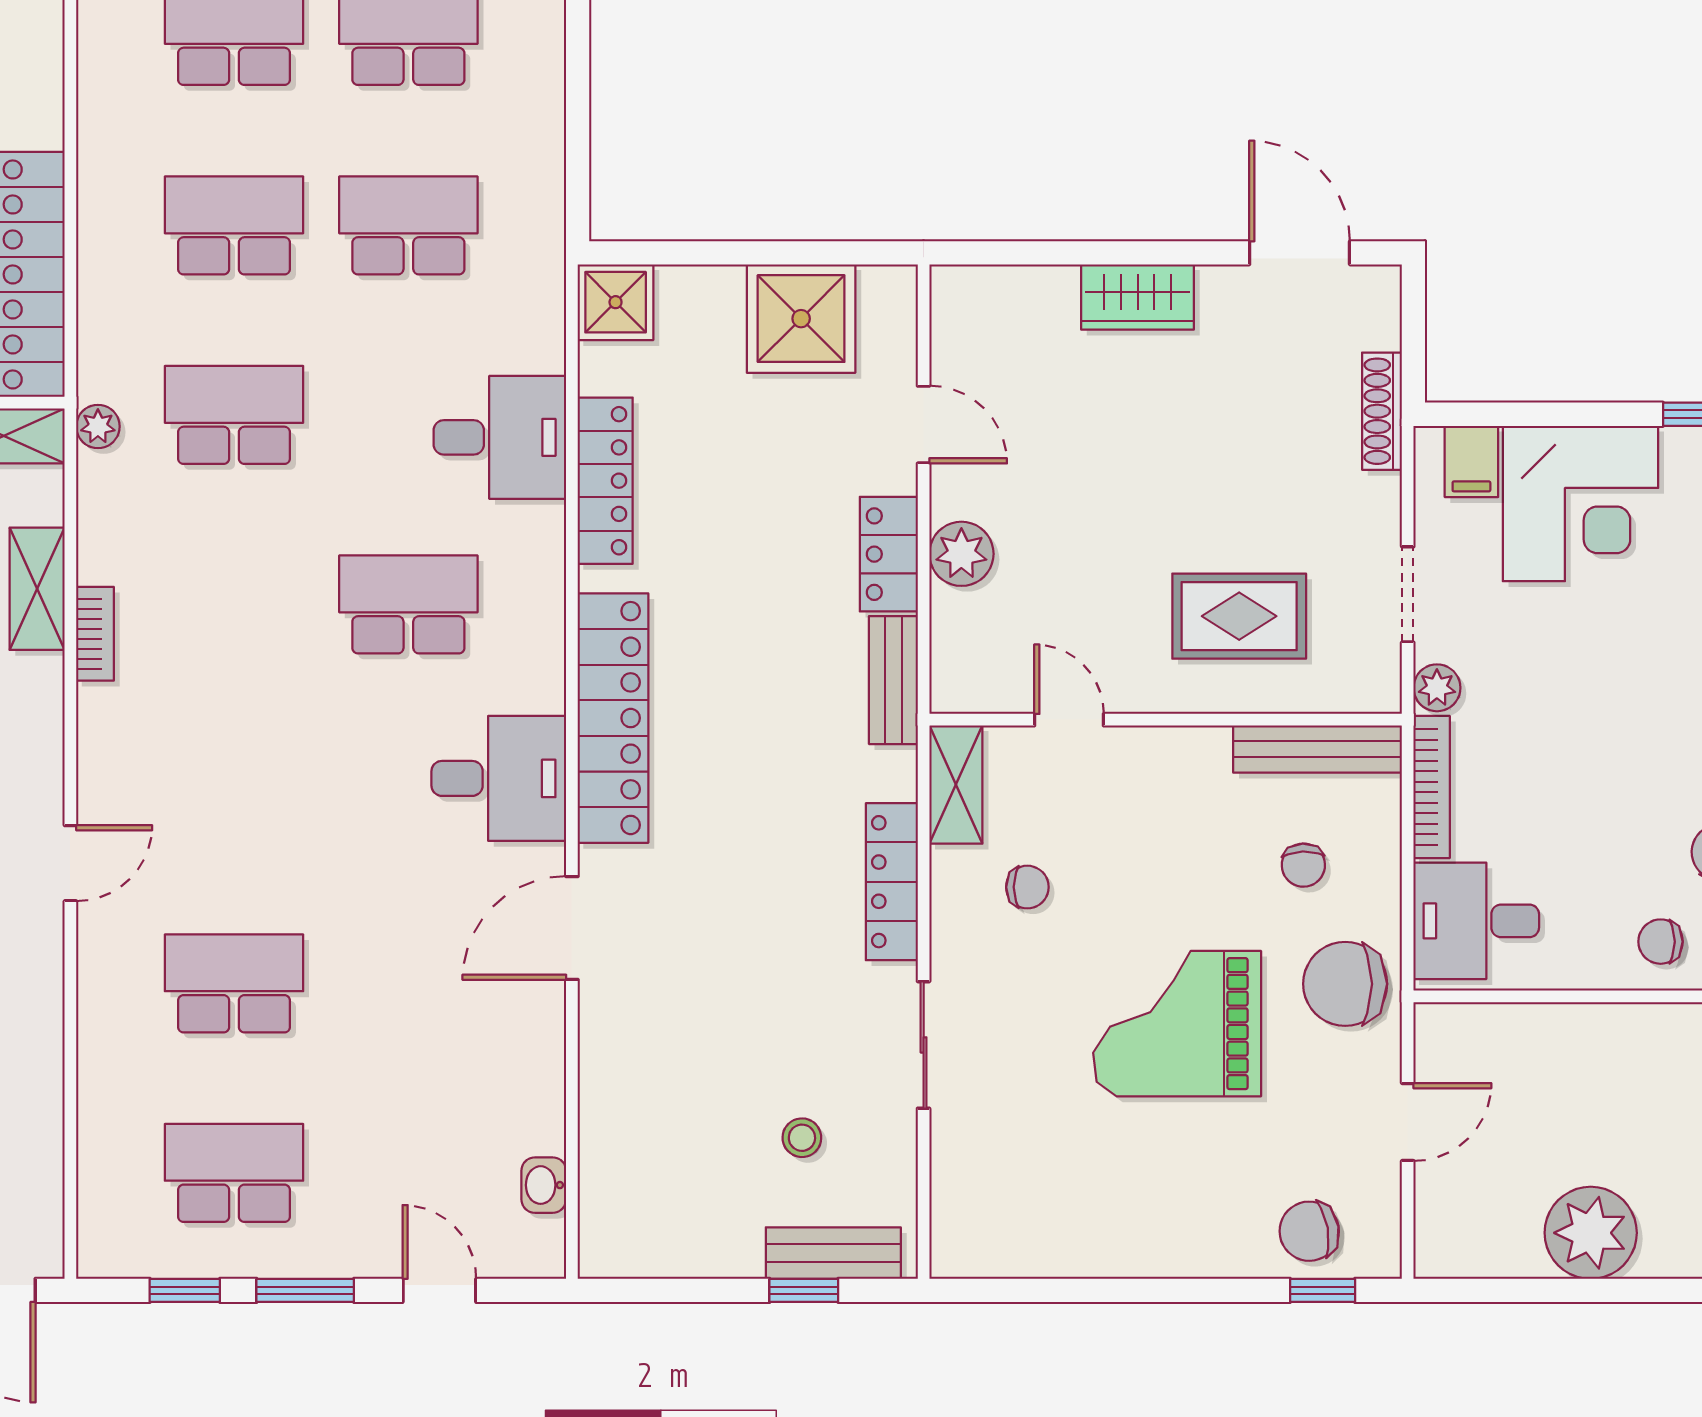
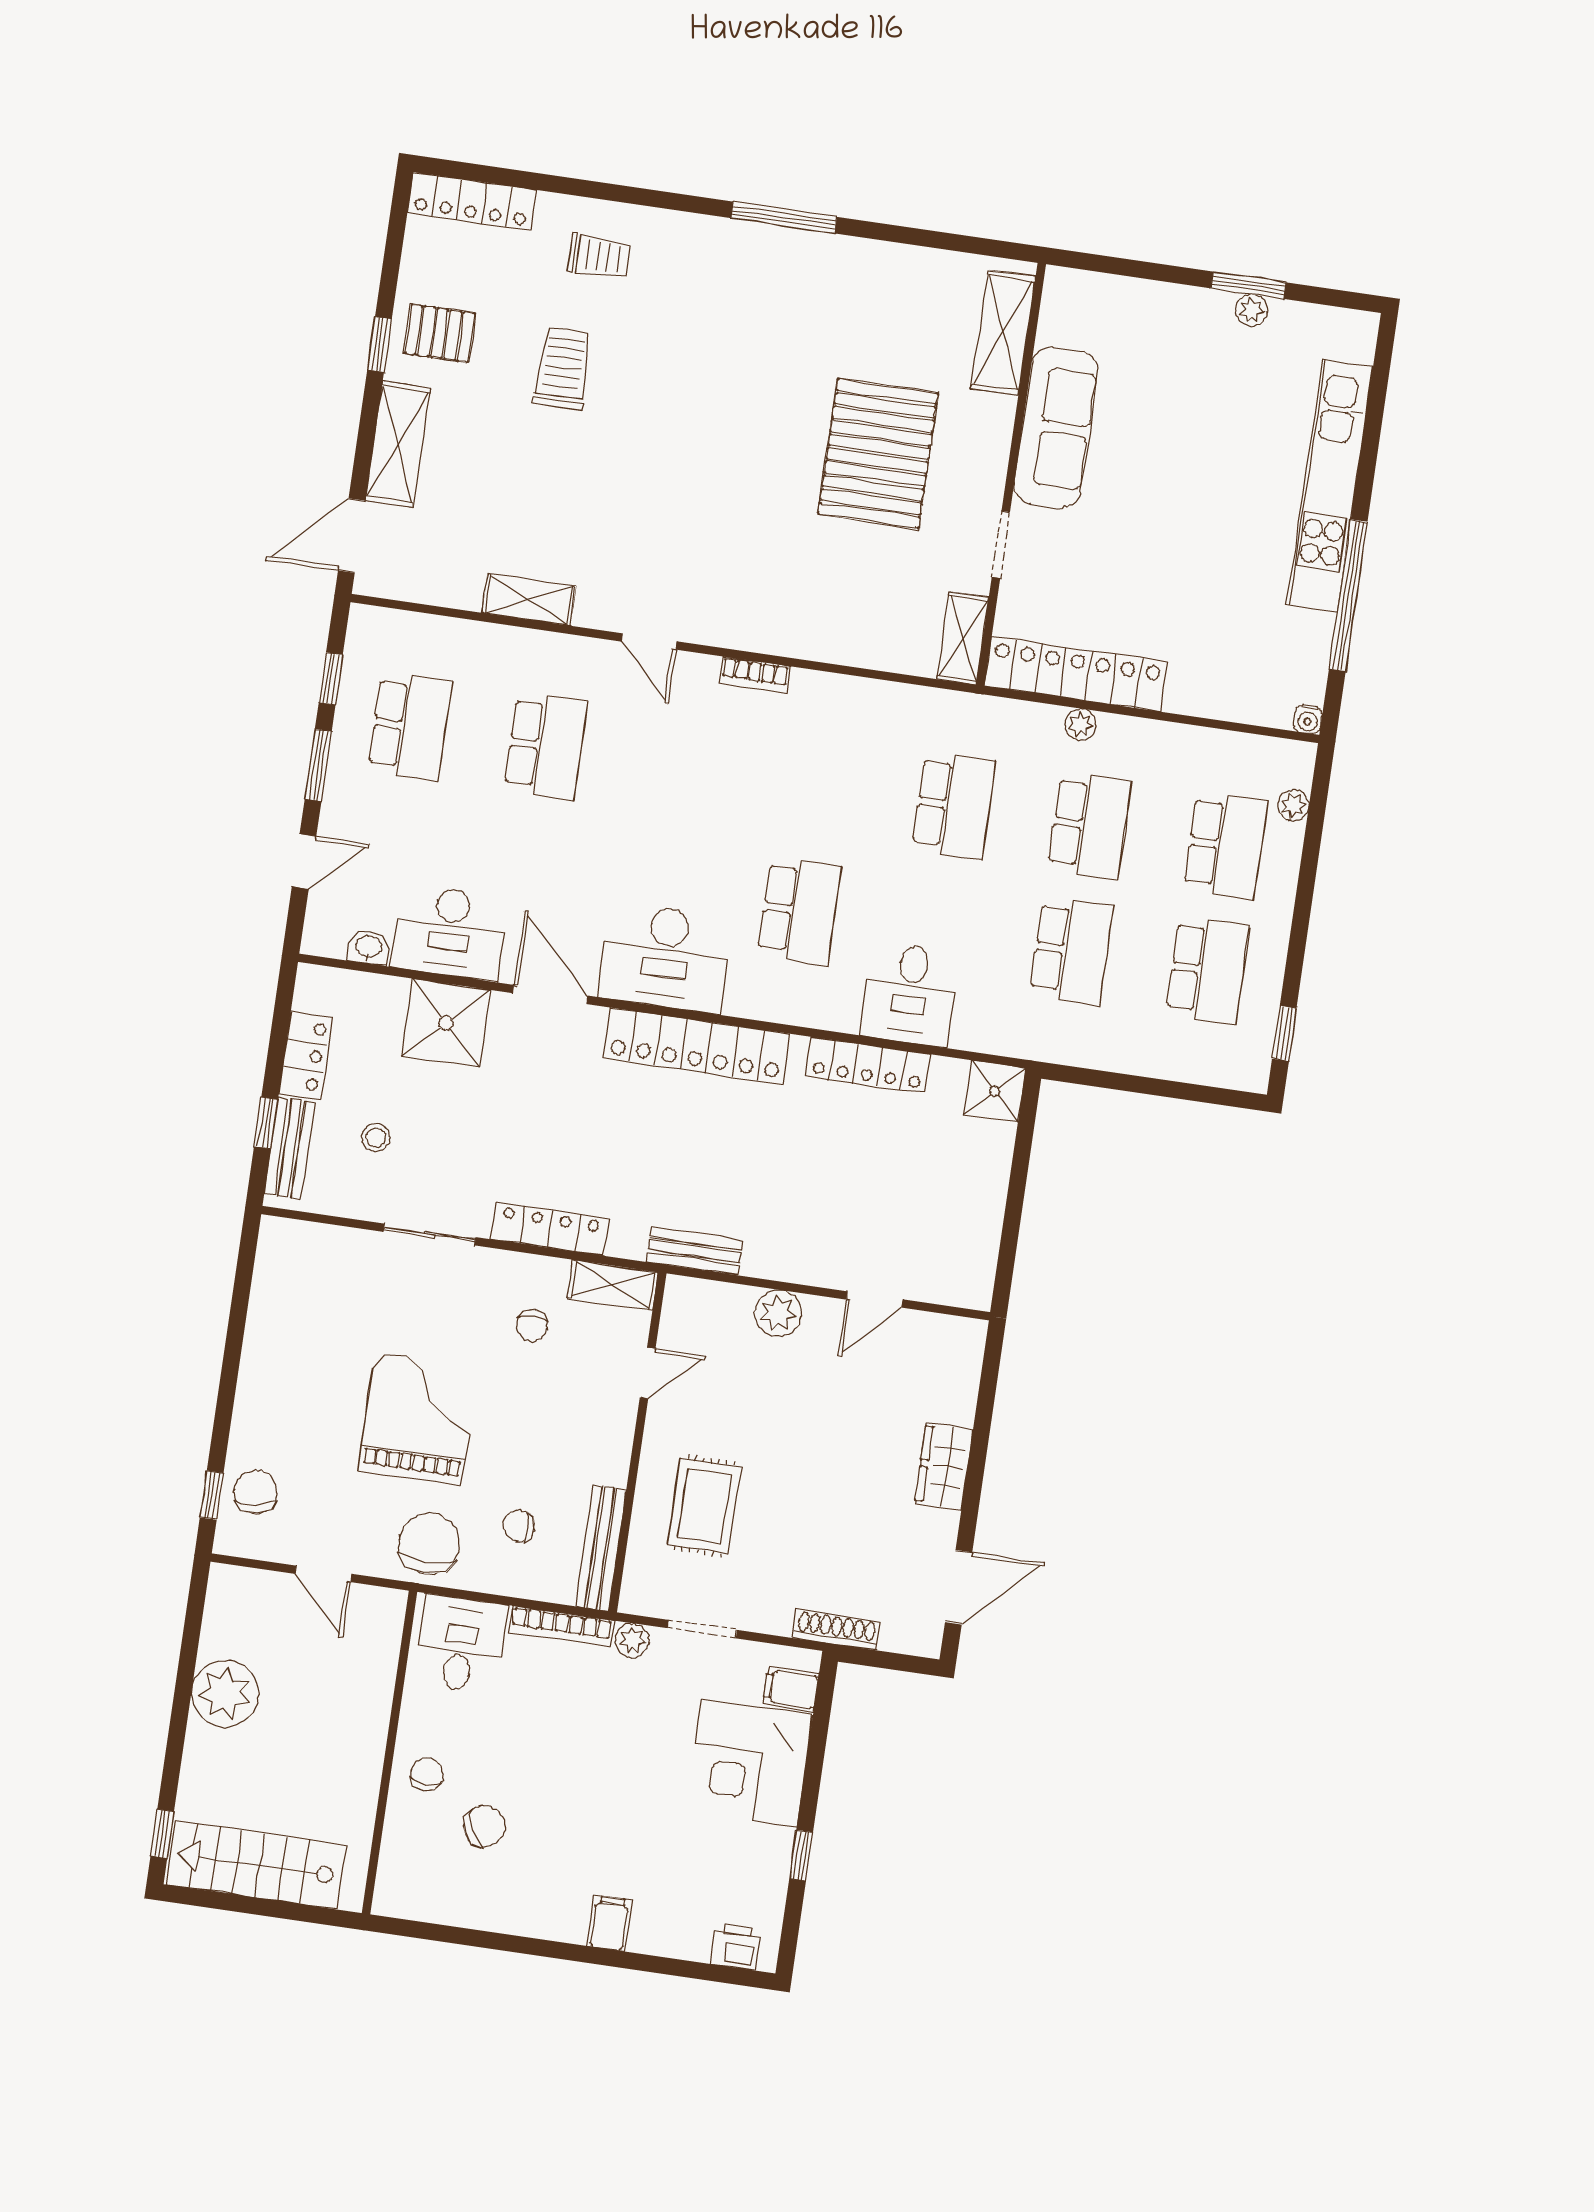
shower: (801, 319) -> (446, 1023), moved
plant: (98, 426) -> (1081, 724), moved
locker: (889, 554) -> (305, 1055), moved, turned 90
shelving: (37, 589) -> (529, 599), moved
bookcase: (95, 634) -> (755, 675), moved
desk: (499, 778) -> (665, 958), width x1.37
desk: (507, 1078) -> (450, 932), added

